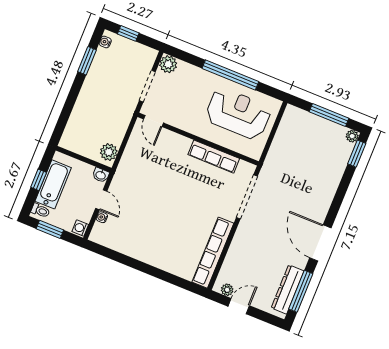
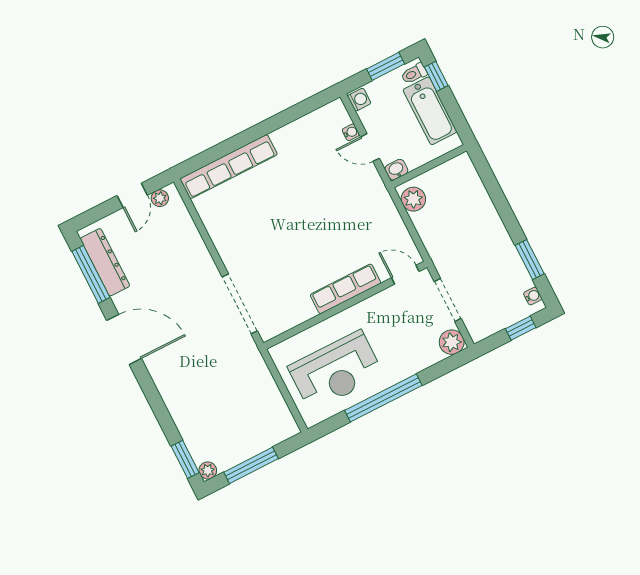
row of seats: (214, 157) -> (346, 289), moved
window: (39, 180) -> (436, 76), moved
row of seats: (213, 253) -> (229, 167), moved, turned 90

